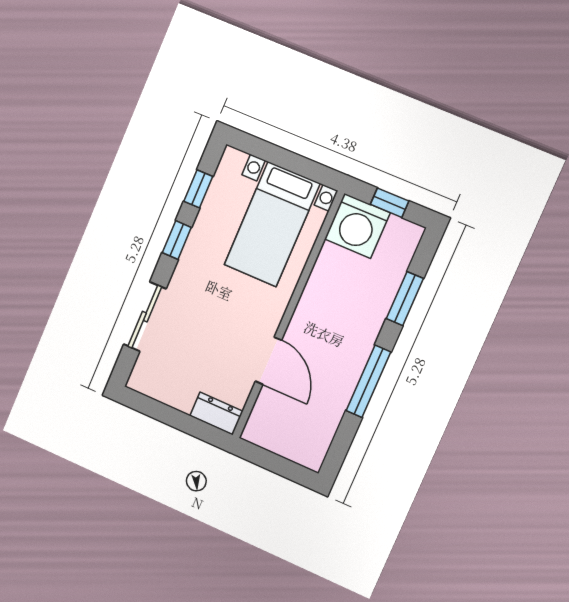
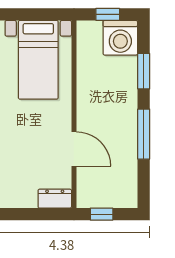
washing machine: (357, 226) -> (120, 38), moved
window: (268, 460) -> (102, 214), added

